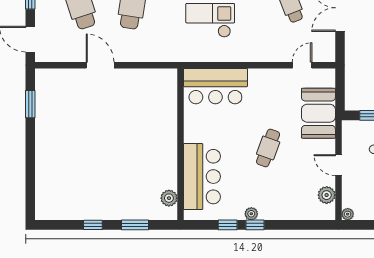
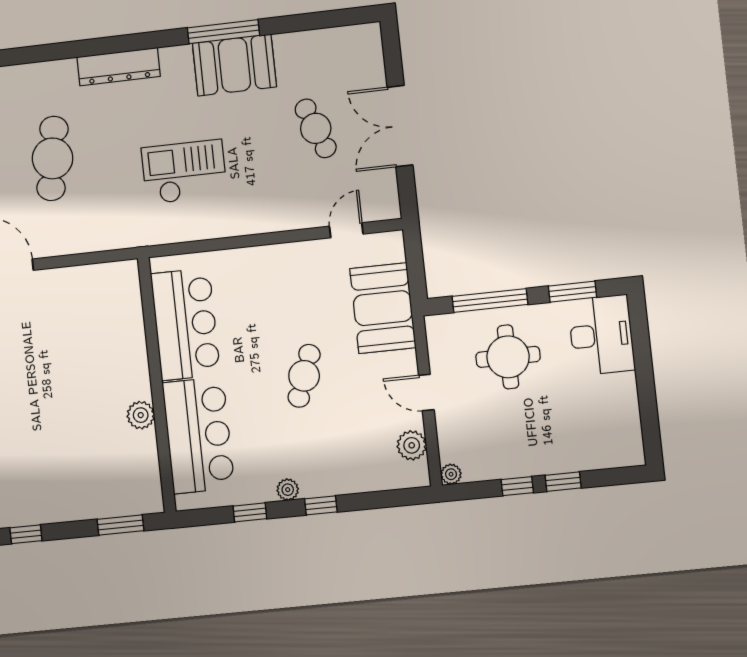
bar counter: (215, 86) -> (185, 324), moved, turned -90
plant: (169, 198) -> (141, 415), moved
window: (135, 225) -> (121, 525), moved
window: (255, 225) -> (321, 505), moved

